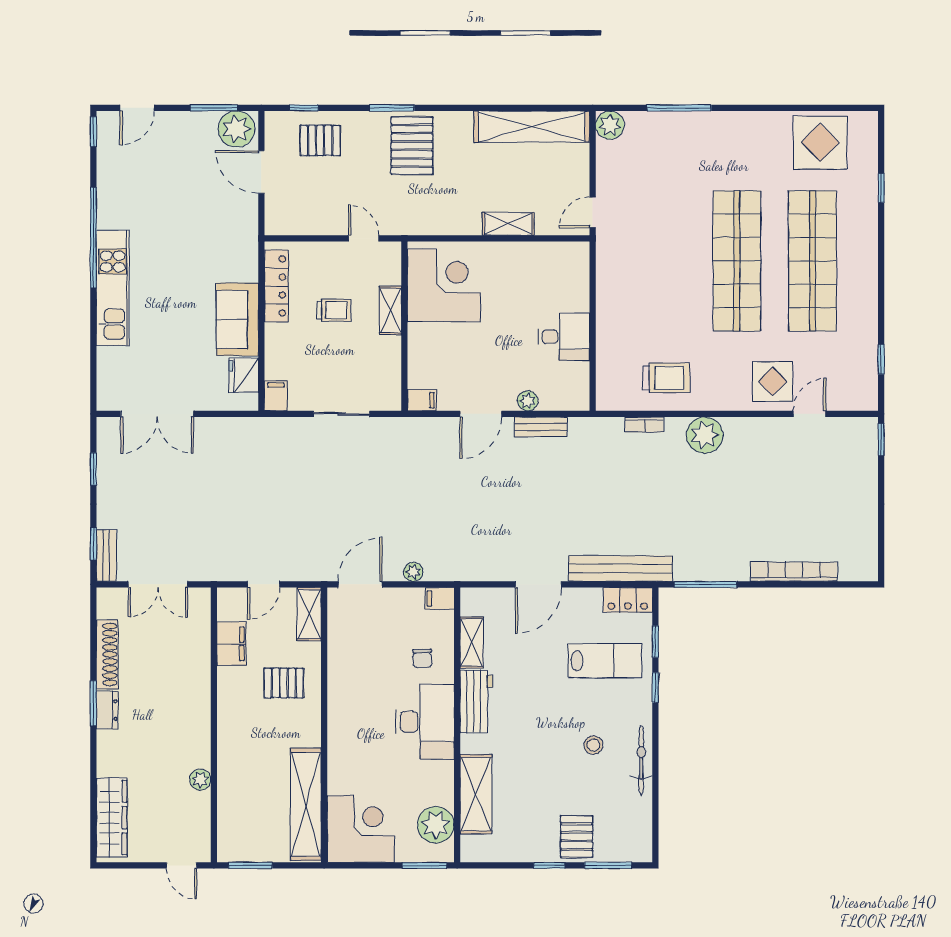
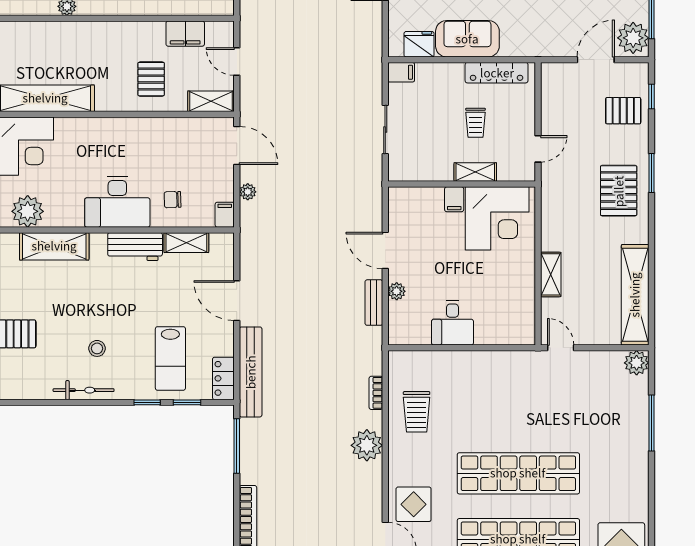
pallet: (320, 140) -> (623, 111), turned 90
pallet: (412, 146) -> (619, 191), turned 90
filing cabinet: (422, 400) -> (454, 199), moved

